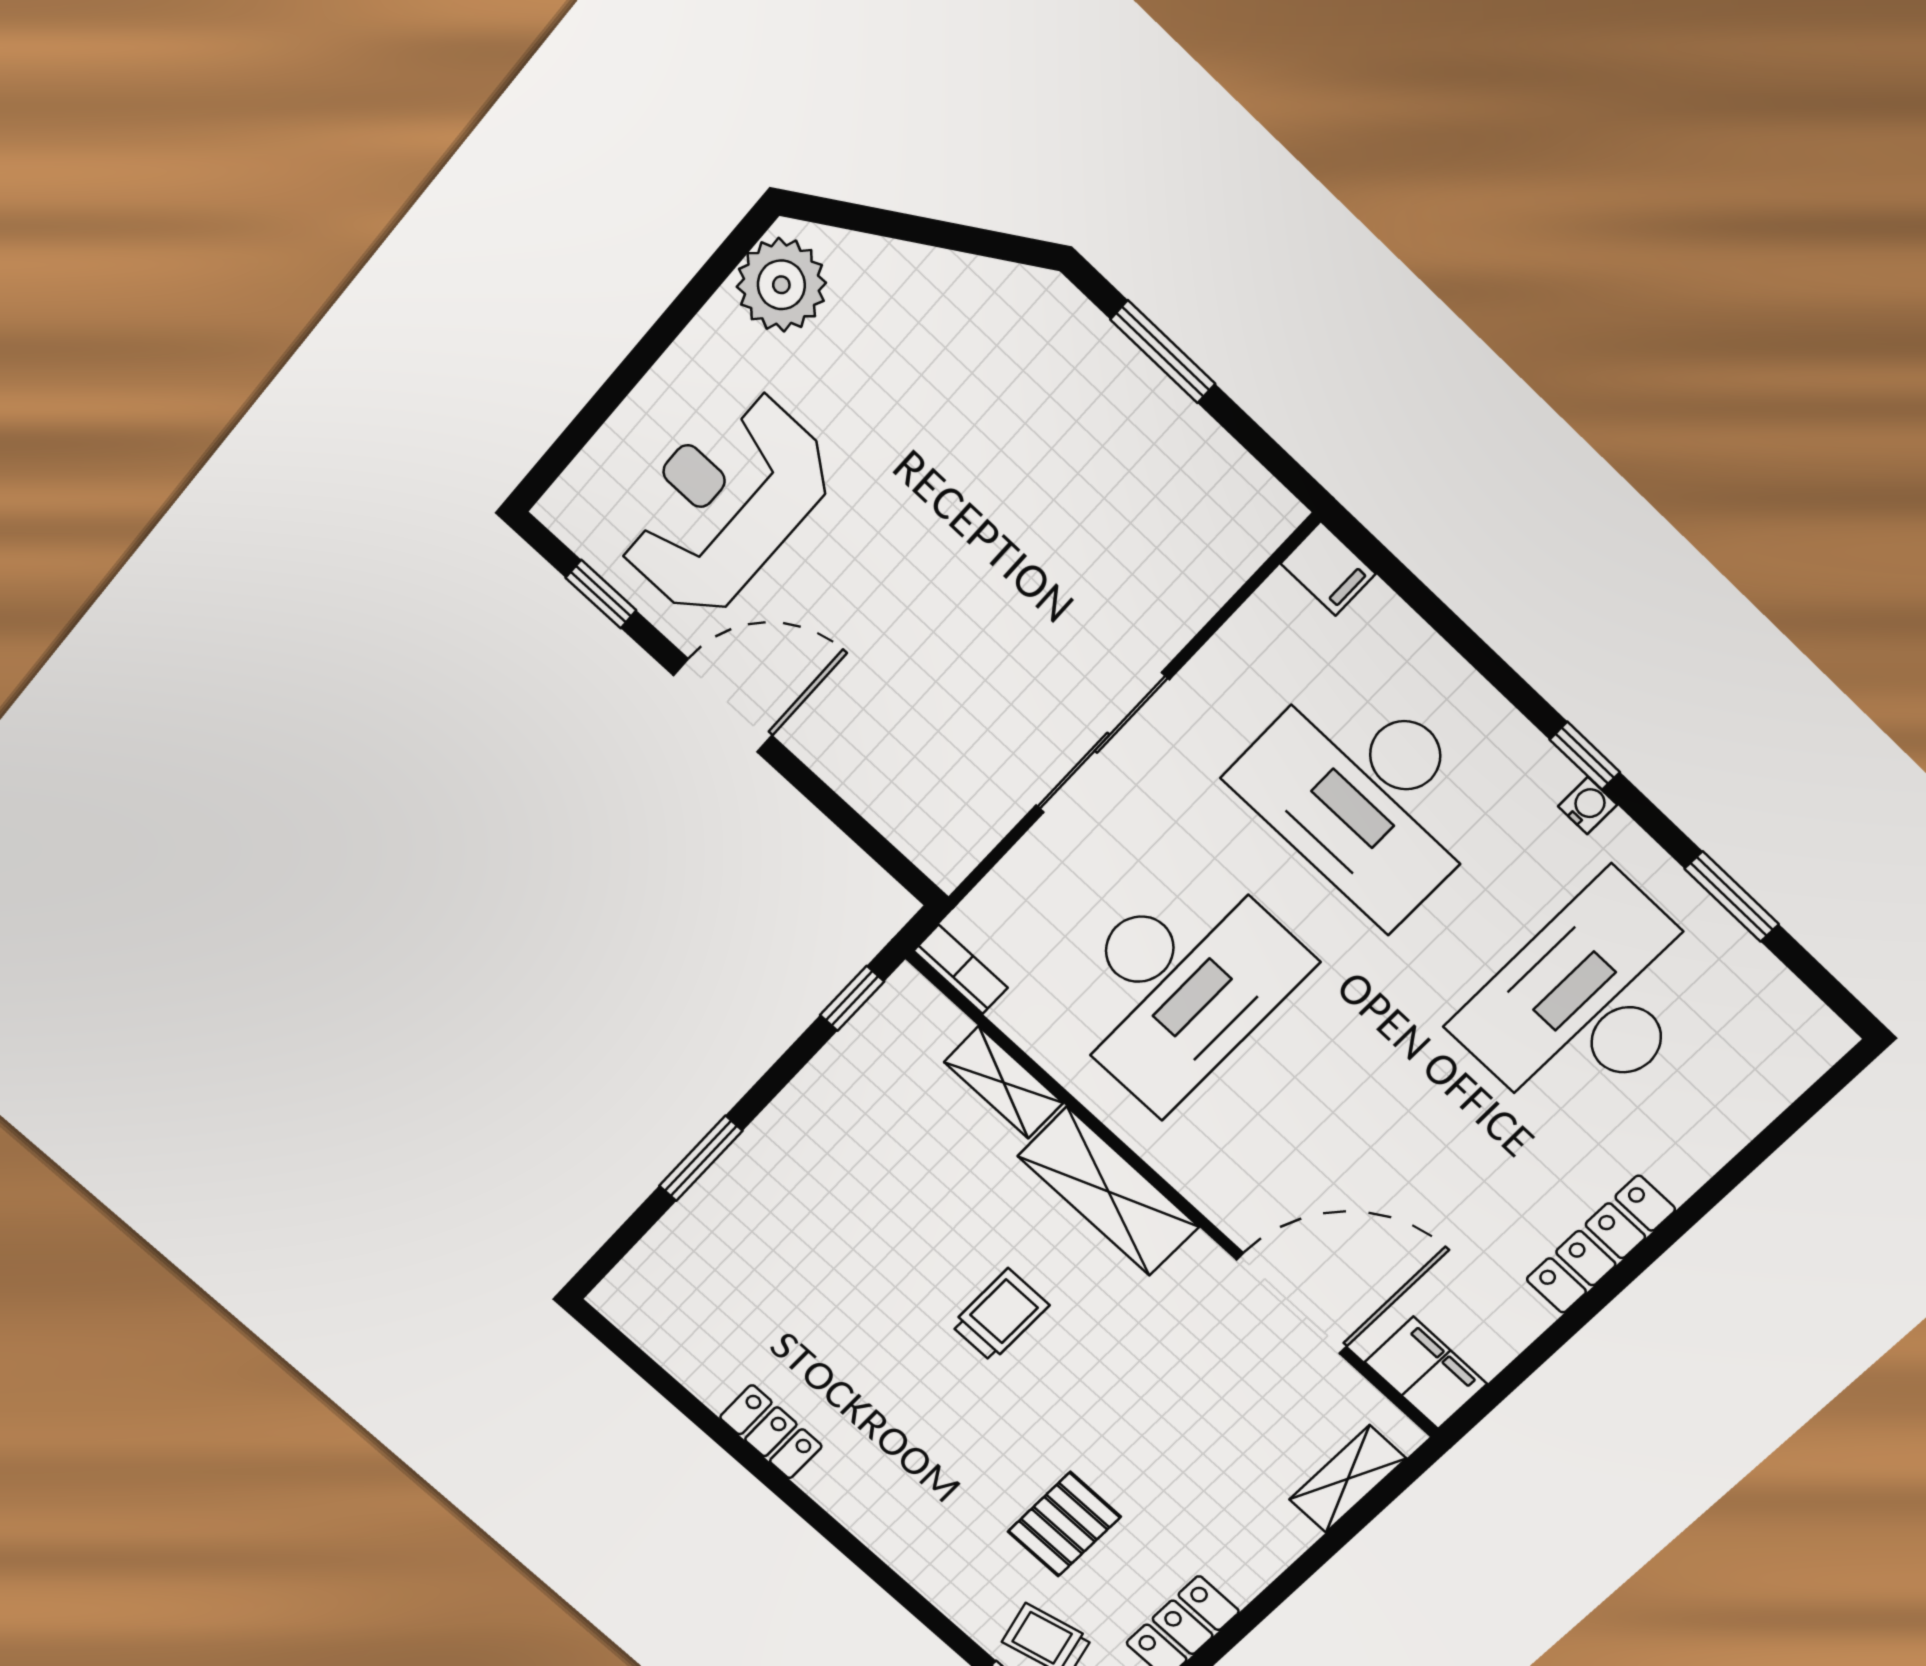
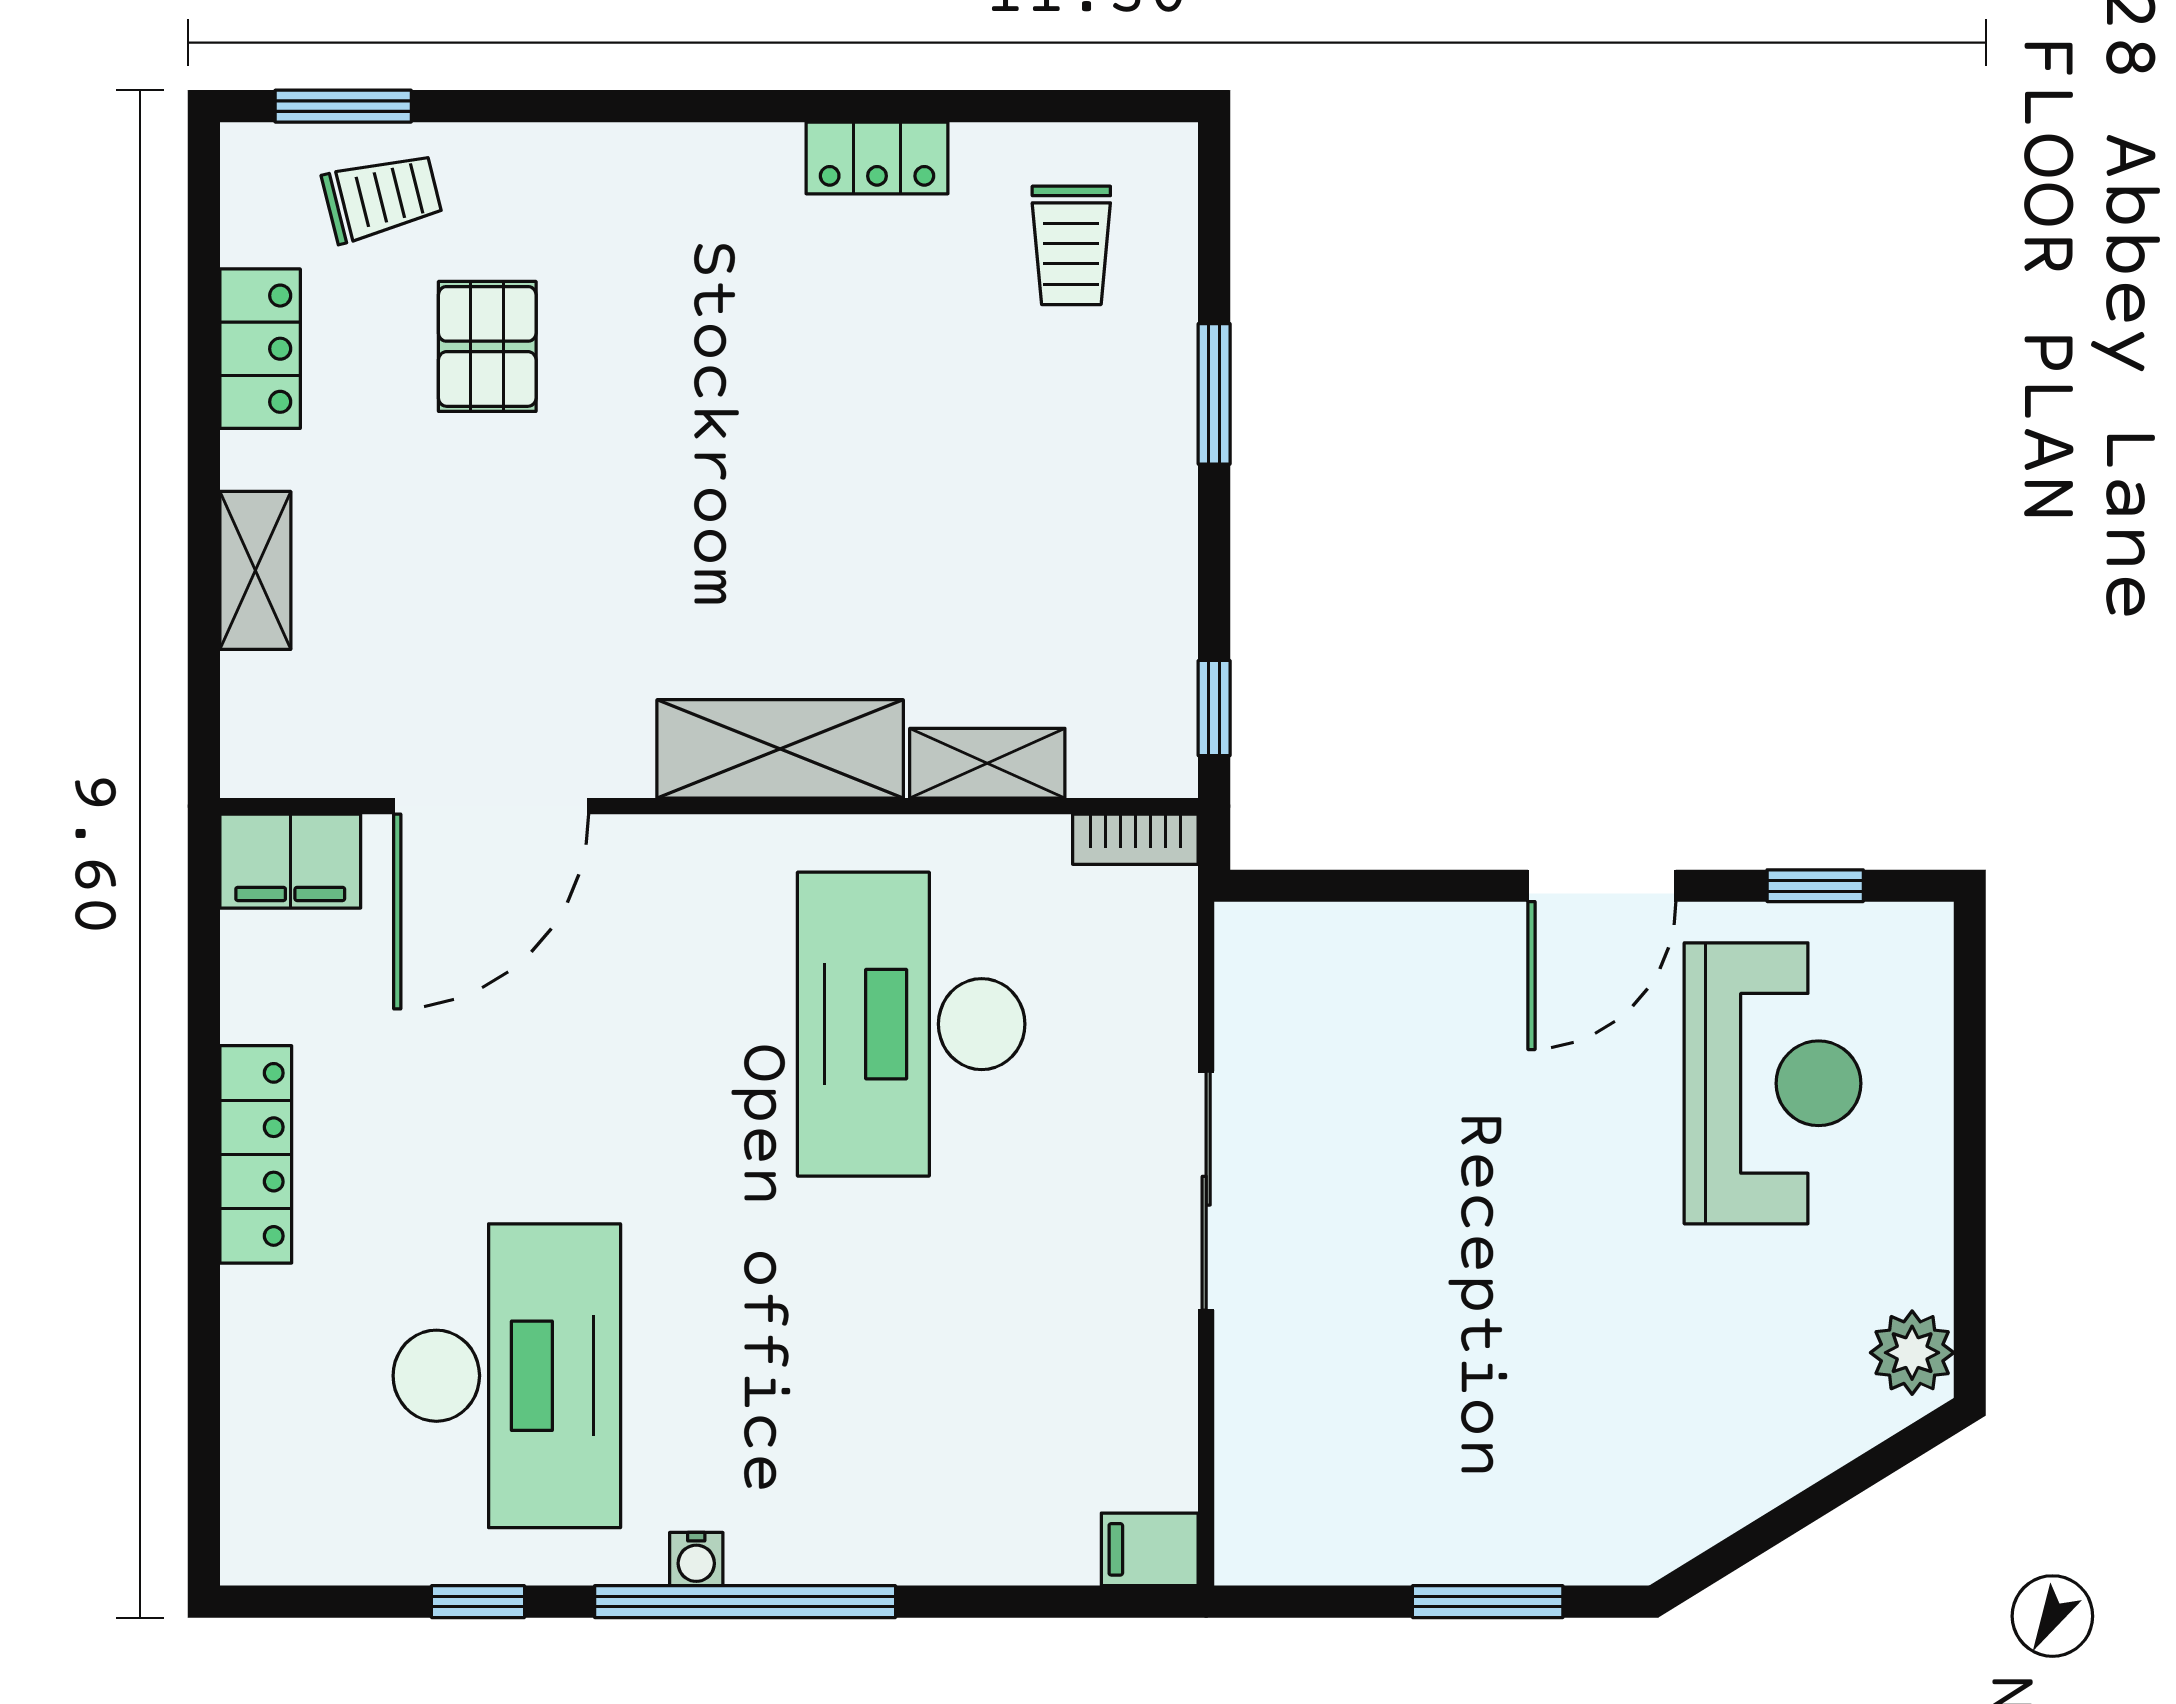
plant: (781, 285) -> (1912, 1353), width x0.73, depth x0.73
window: (1585, 756) -> (745, 1602), width x3.17
desk: (1366, 795) -> (911, 1376), removed
window: (1732, 896) -> (478, 1602), width x0.67
trolley: (1000, 1315) -> (1071, 245), moved
shelving: (1348, 1479) -> (255, 570), moved

